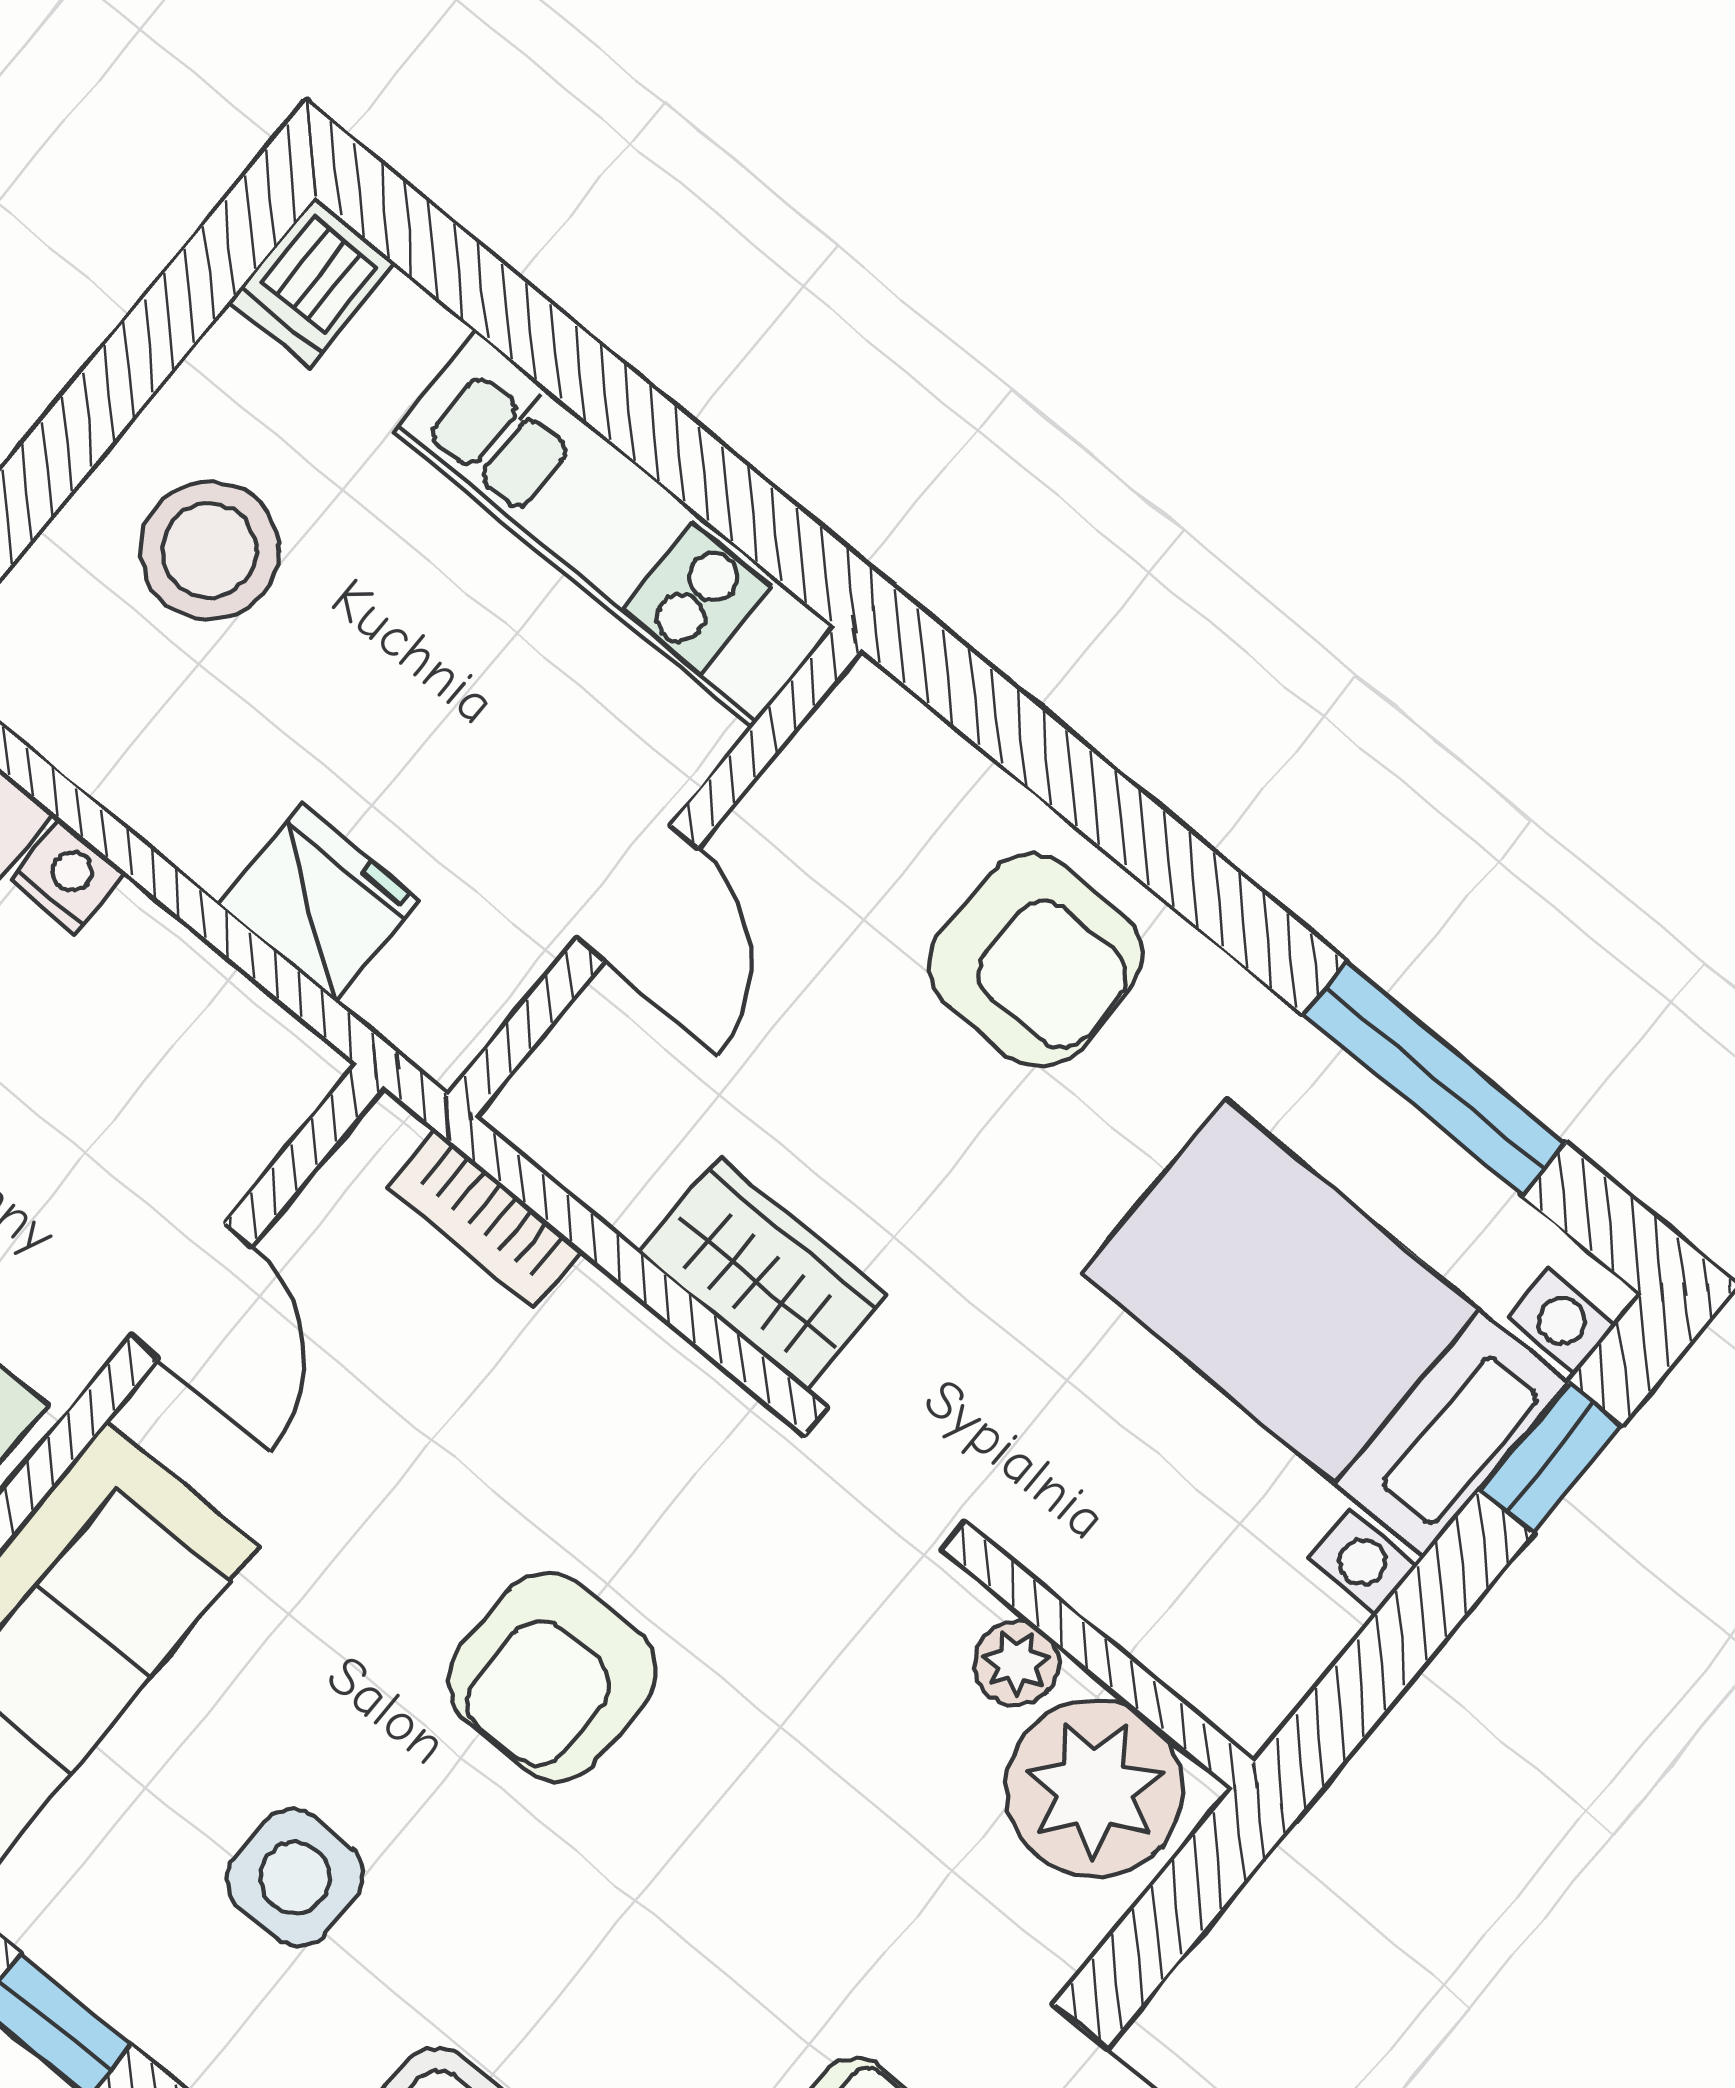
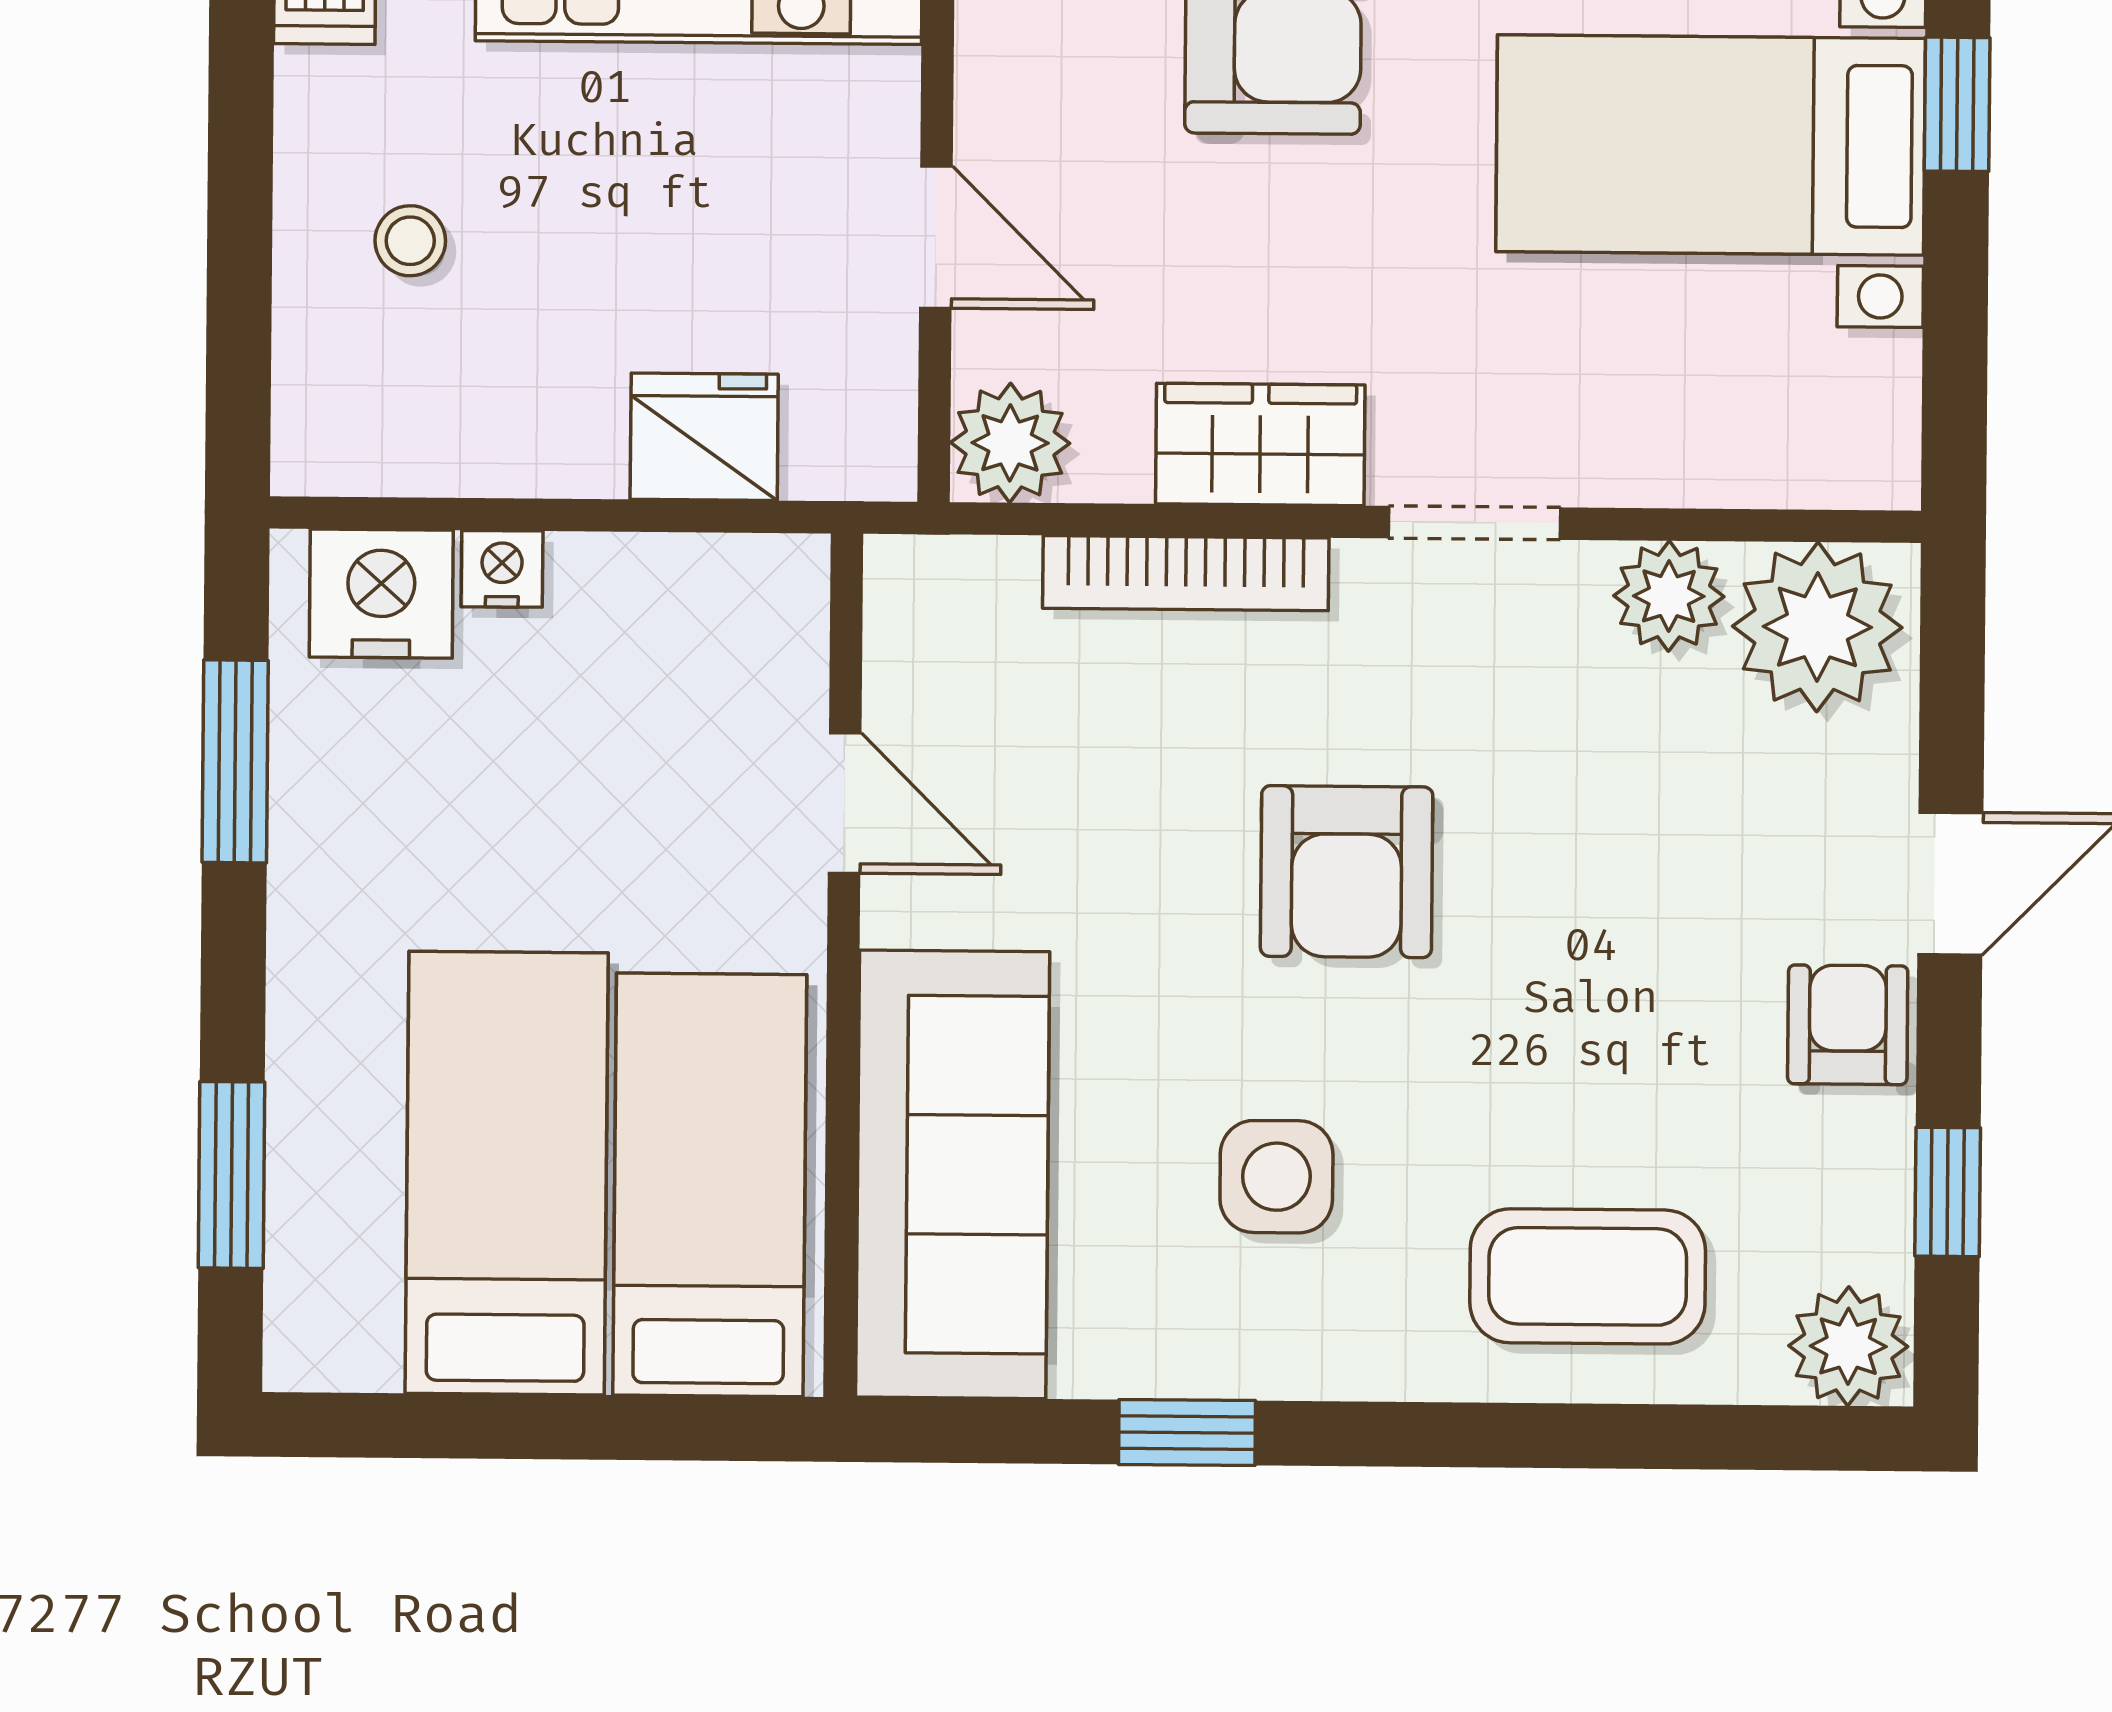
stool: (209, 550) -> (410, 241), width x0.53, depth x0.53
plant: (562, 1108) -> (1010, 443), added
bookcase: (485, 1219) -> (1186, 573), moved, width x1.56
plant: (1016, 1664) -> (1669, 596), width x1.38, depth x1.38

